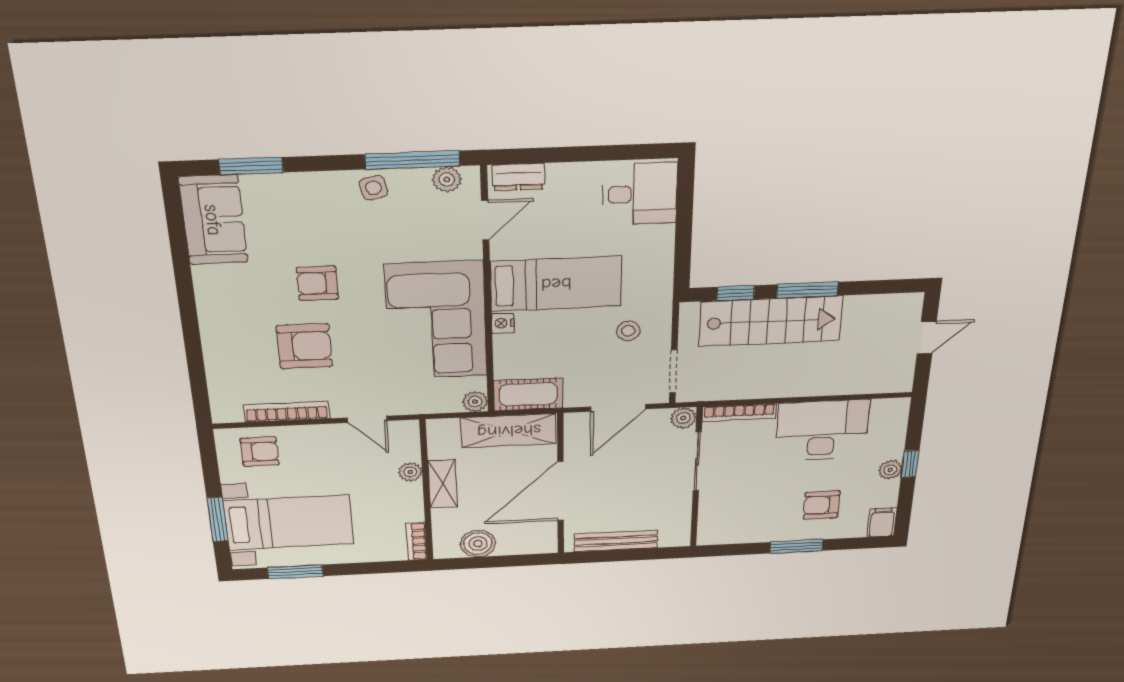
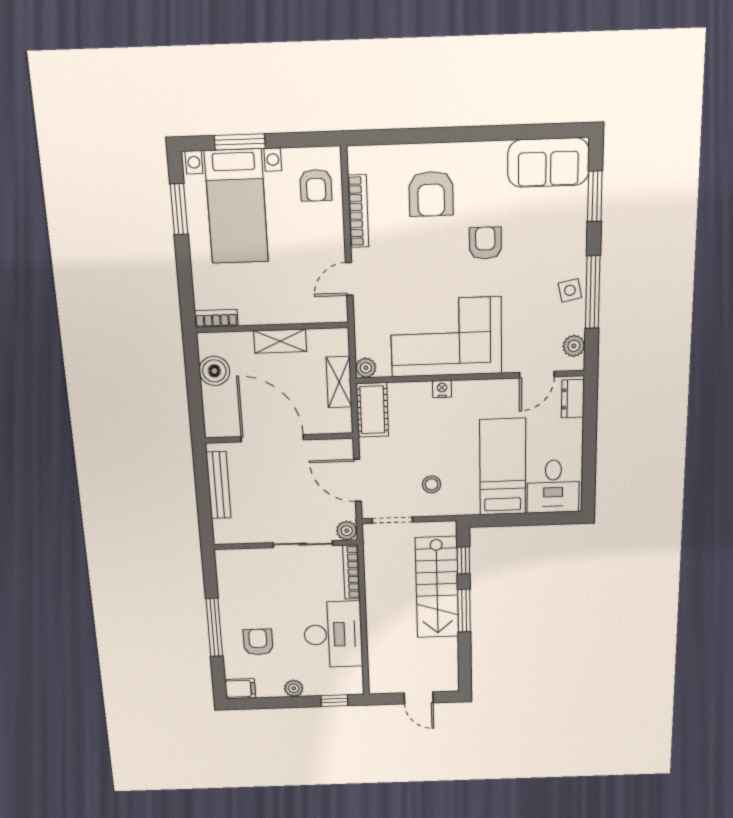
window: (413, 160) -> (593, 292), moved
door: (485, 220) -> (537, 375), hinge flipped
bed: (556, 284) -> (503, 467), moved, turned 180
armchair: (304, 346) -> (431, 194), moved
shelving: (509, 431) -> (339, 382), width x0.67, depth x0.75
window: (910, 464) -> (334, 701), moved
plant: (410, 472) -> (293, 314), removed
window: (796, 546) -> (214, 627), width x1.44

